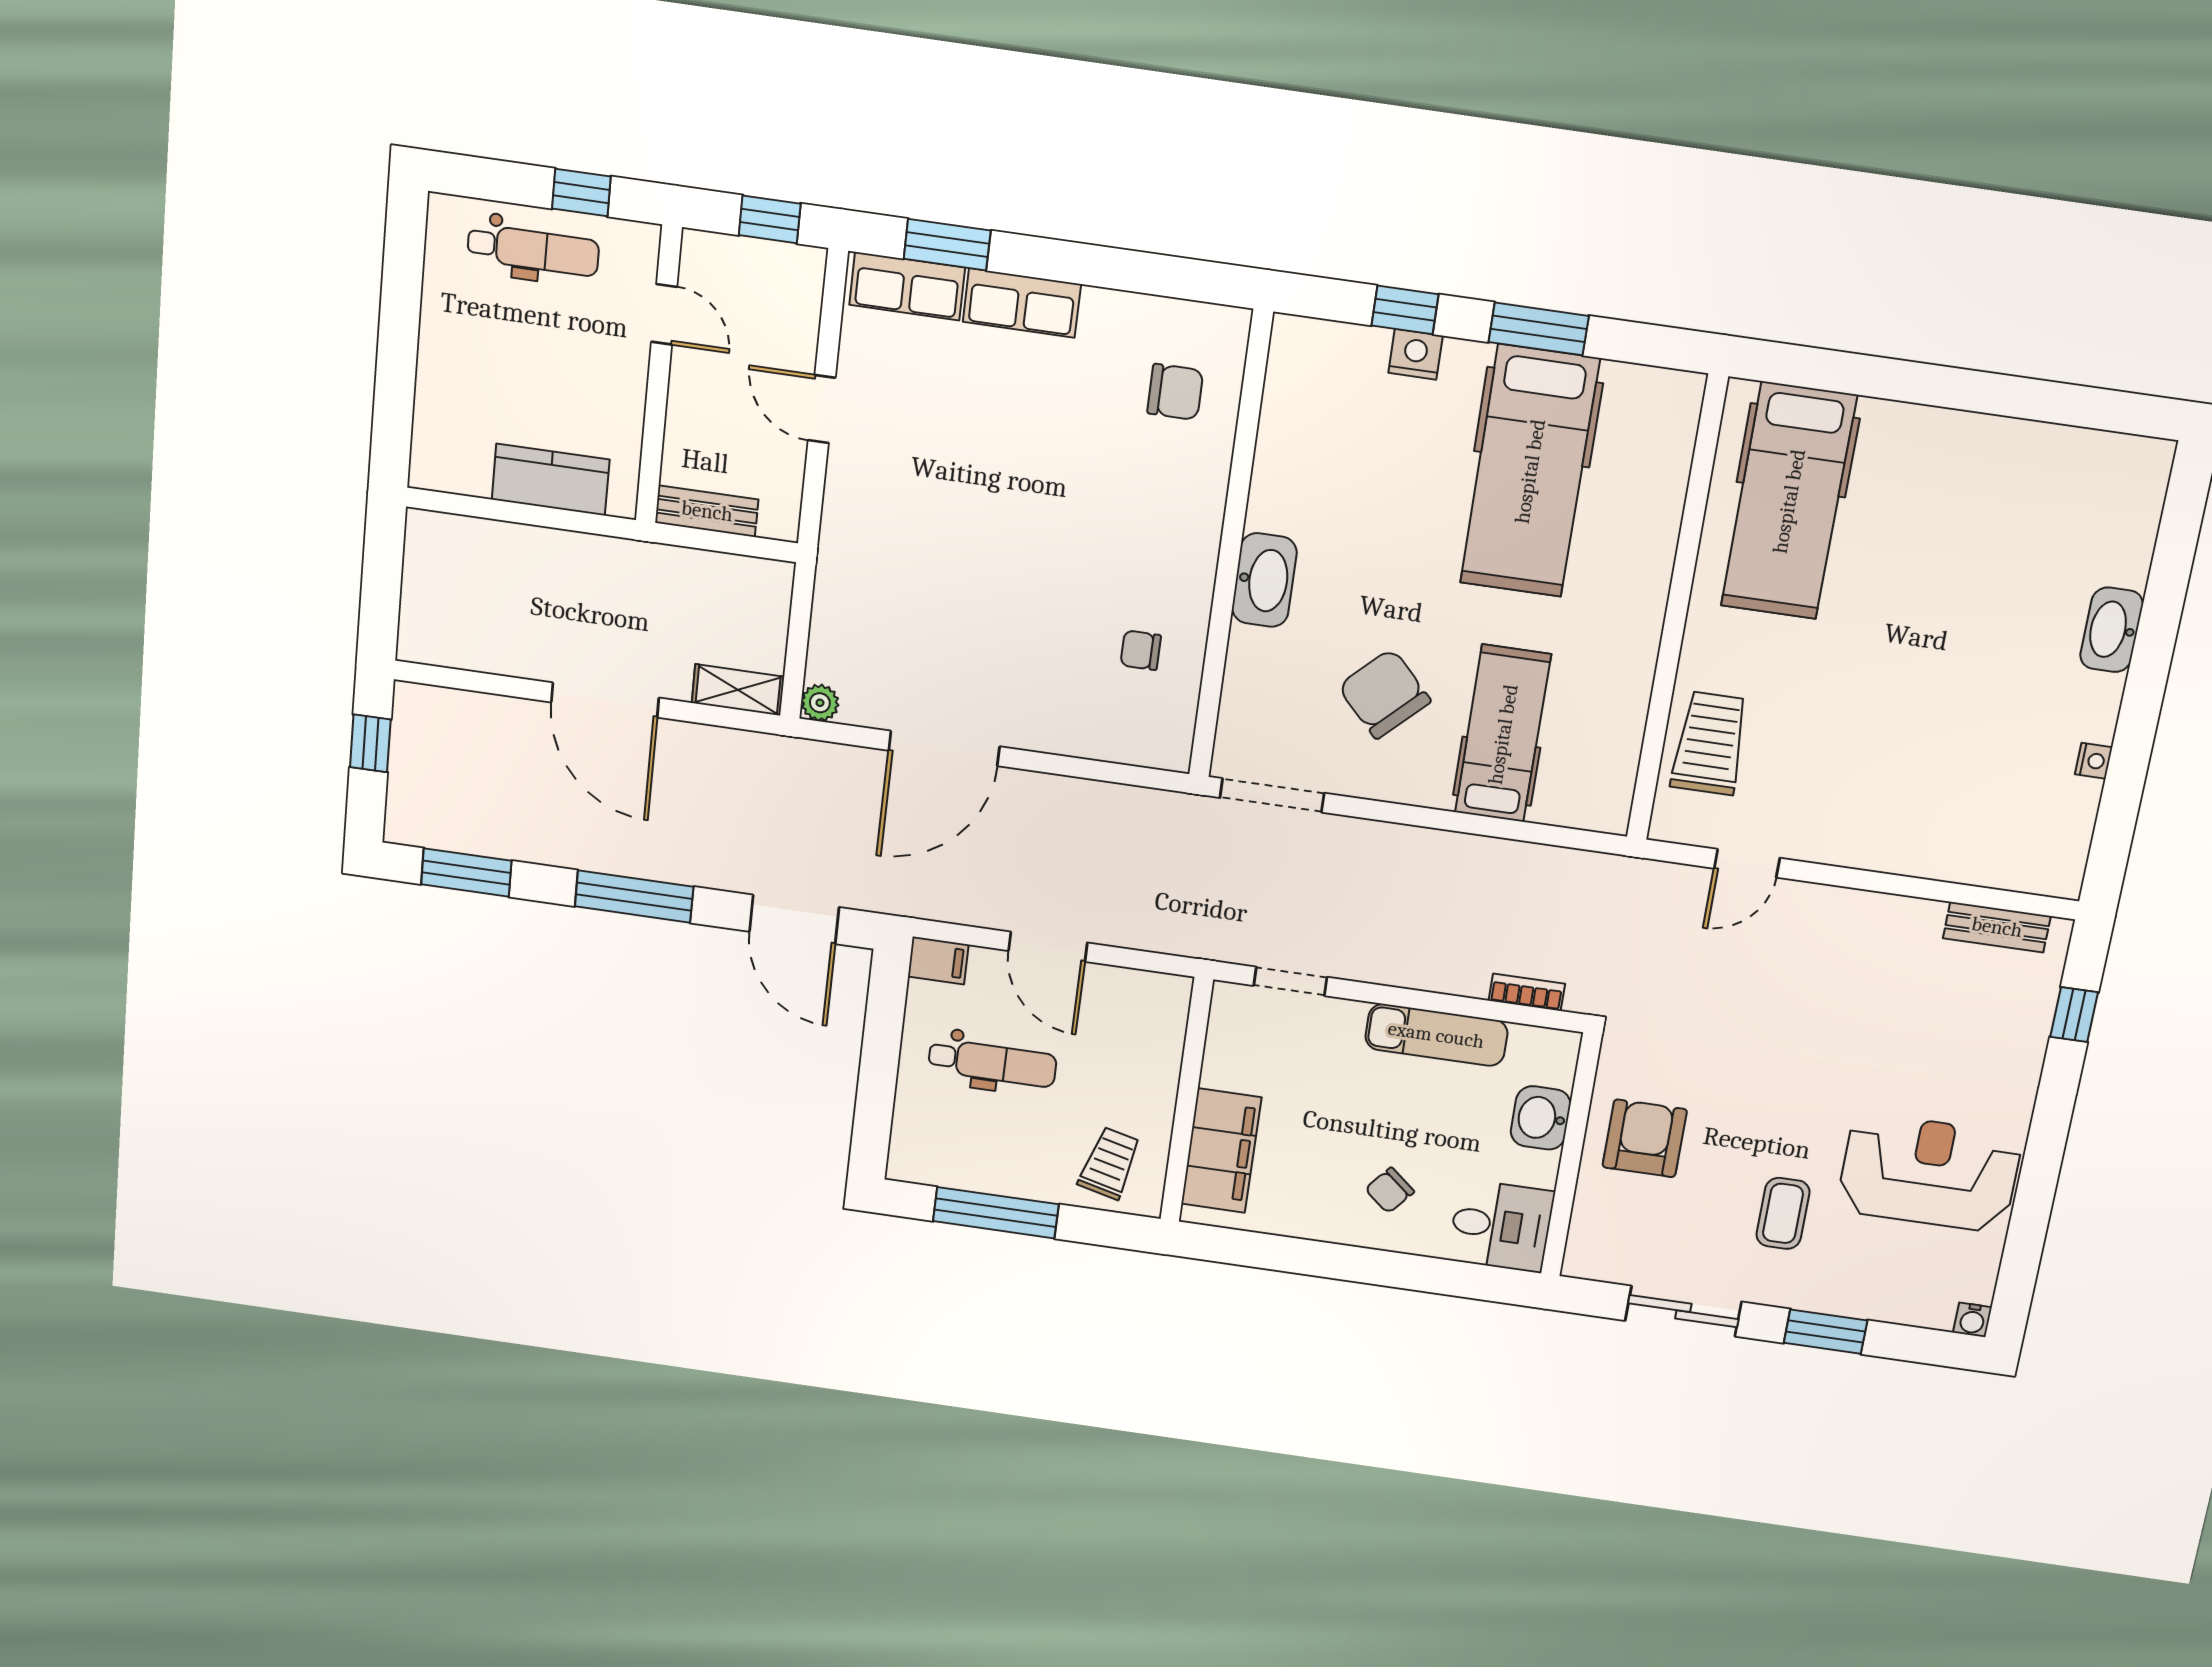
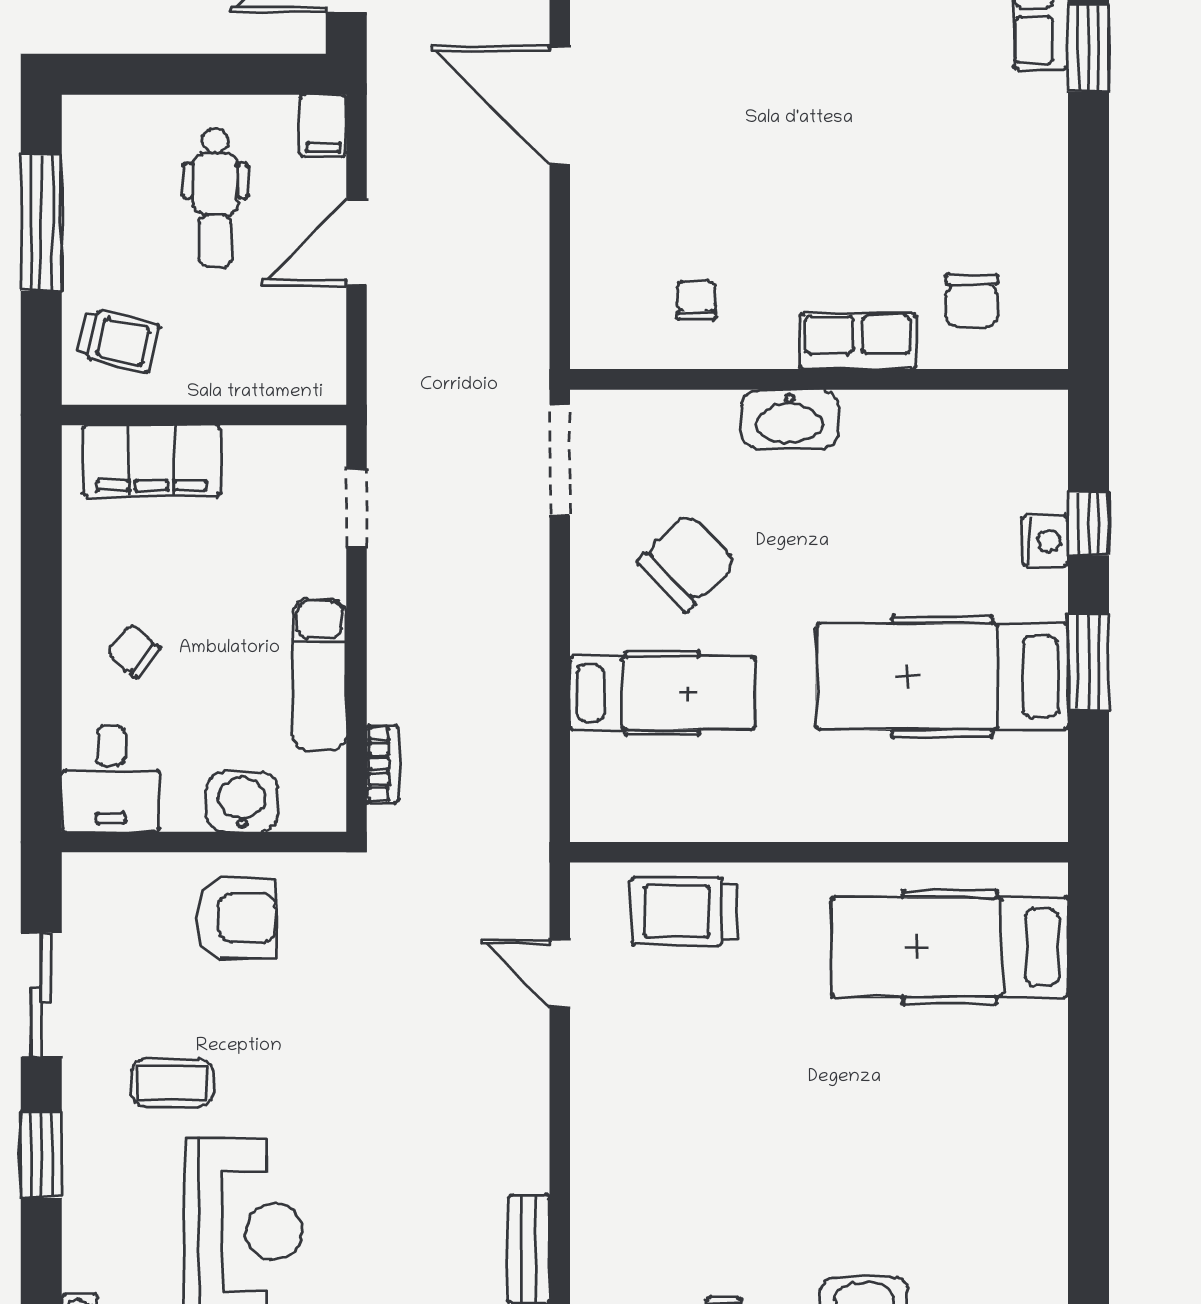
row of seats: (1022, 303) -> (858, 341), moved, turned 90
trolley: (1710, 743) -> (684, 911), turned 180

